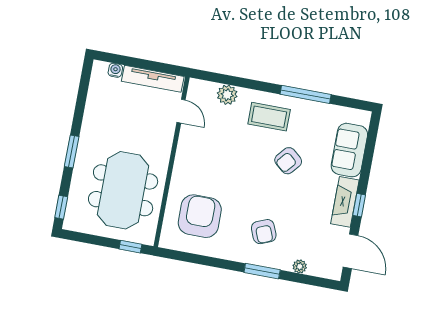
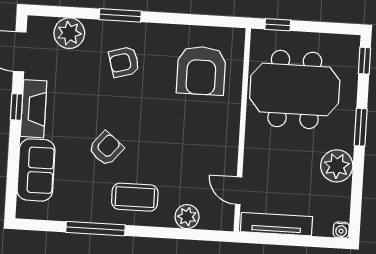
water cooler: (115, 70) -> (341, 230), moved
plant: (96, 122) -> (337, 166), added
meeting table: (123, 190) -> (295, 89), turned 90
armchair: (264, 232) -> (124, 62), turned -84
plant: (300, 267) -> (69, 33), width x1.87, depth x1.87

